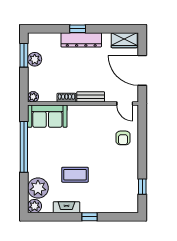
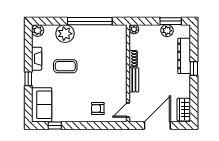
dresser: (81, 40) -> (184, 56), moved
sofa: (47, 116) -> (42, 105), moved, turned 180
coffee table: (75, 175) -> (65, 66), turned 90
plant: (38, 188) -> (65, 34), moved

